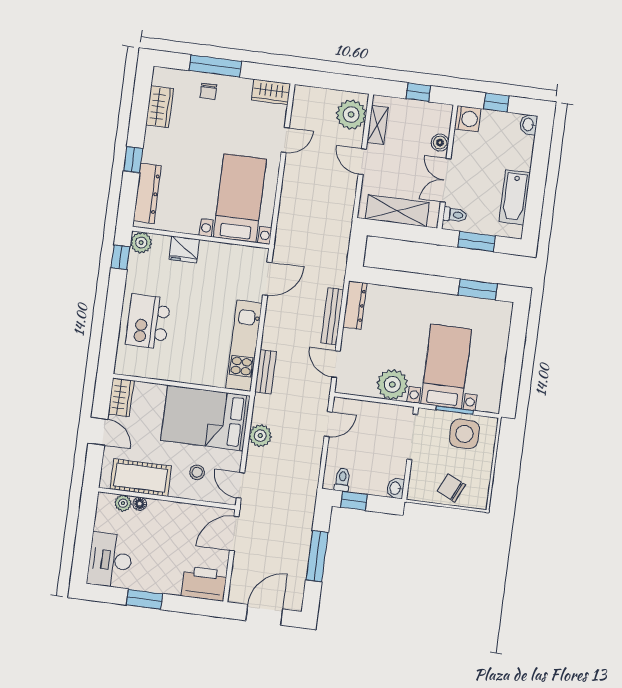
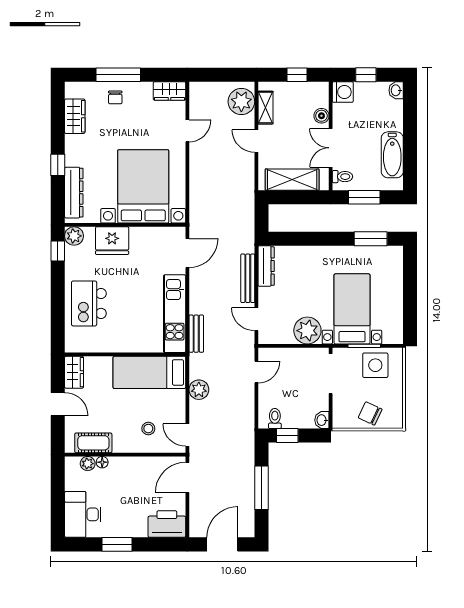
bed with nightstands: (240, 198) -> (143, 186), width x1.36
fridge: (184, 249) -> (112, 241), width x1.36, depth x1.34
bed: (205, 418) -> (149, 372), width x0.67
cot: (141, 478) -> (93, 443), width x0.73, depth x0.75

